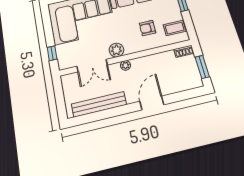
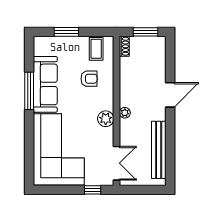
armchair: (147, 28) -> (89, 79), turned -90
double door: (92, 66) -> (116, 163), moved
door: (152, 103) -> (170, 95), swing flipped

